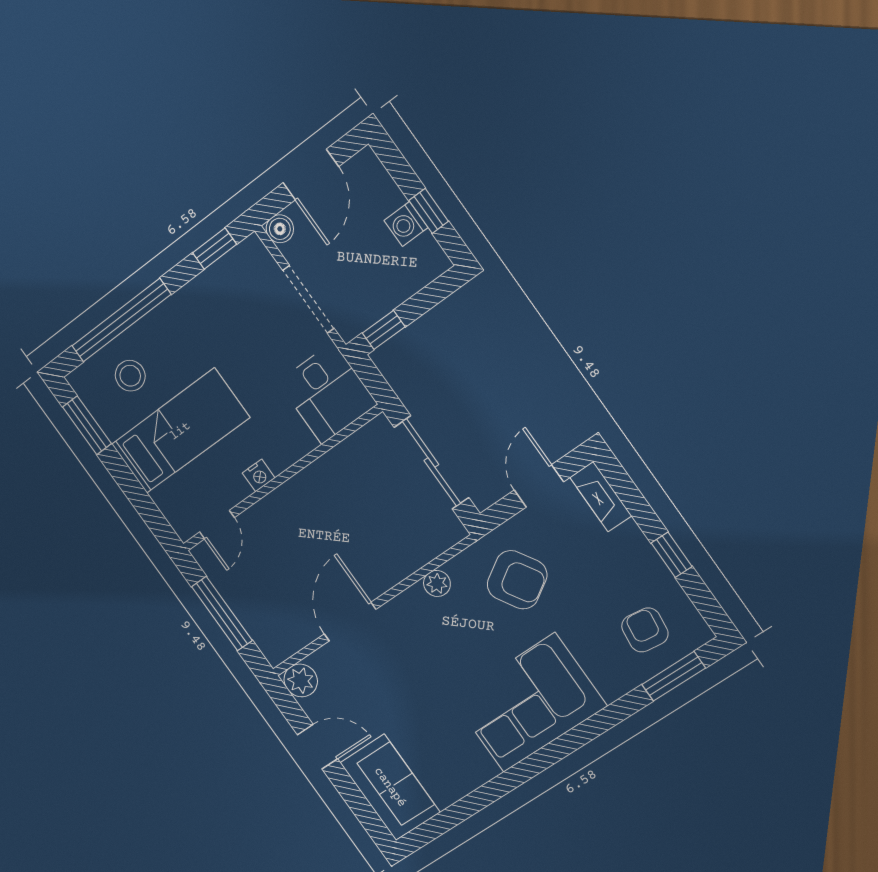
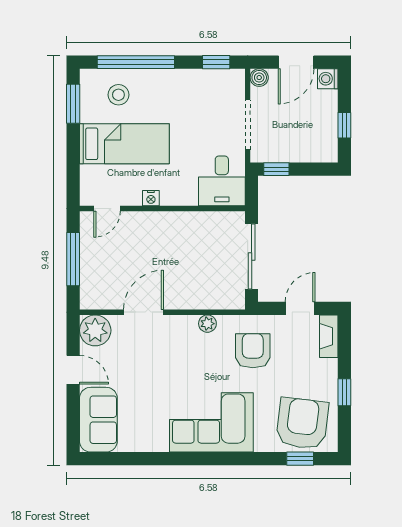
washing machine: (406, 224) -> (328, 79), moved
armchair: (517, 580) -> (253, 351), turned -148
armchair: (645, 630) -> (302, 423), width x1.88, depth x1.88
window: (674, 676) -> (300, 459), width x0.67
plant: (301, 680) -> (95, 330), width x1.36, depth x1.36

